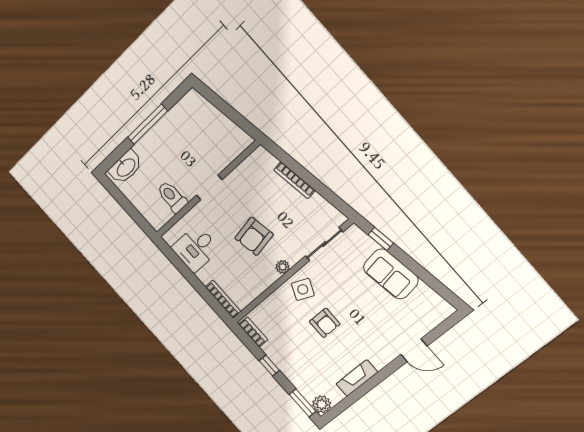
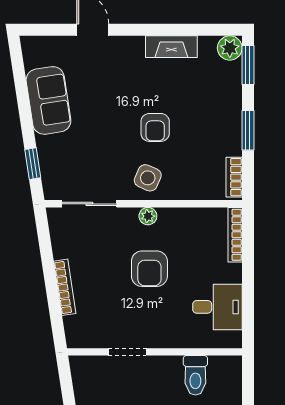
doorway: (209, 187) -> (127, 352), moved
armchair: (254, 236) -> (149, 269), turned 100
sofa: (391, 274) -> (48, 100), moved
armchair: (325, 323) -> (155, 127), turned 180
window: (269, 365) -> (248, 130), width x1.50

